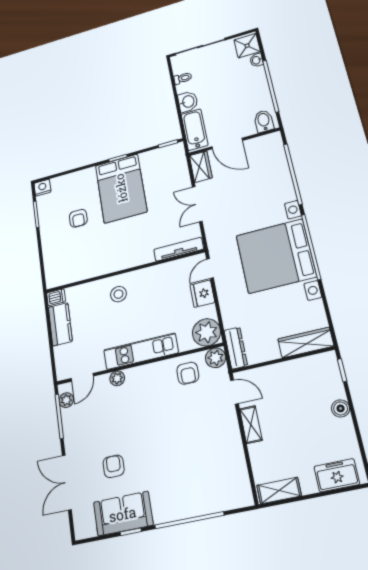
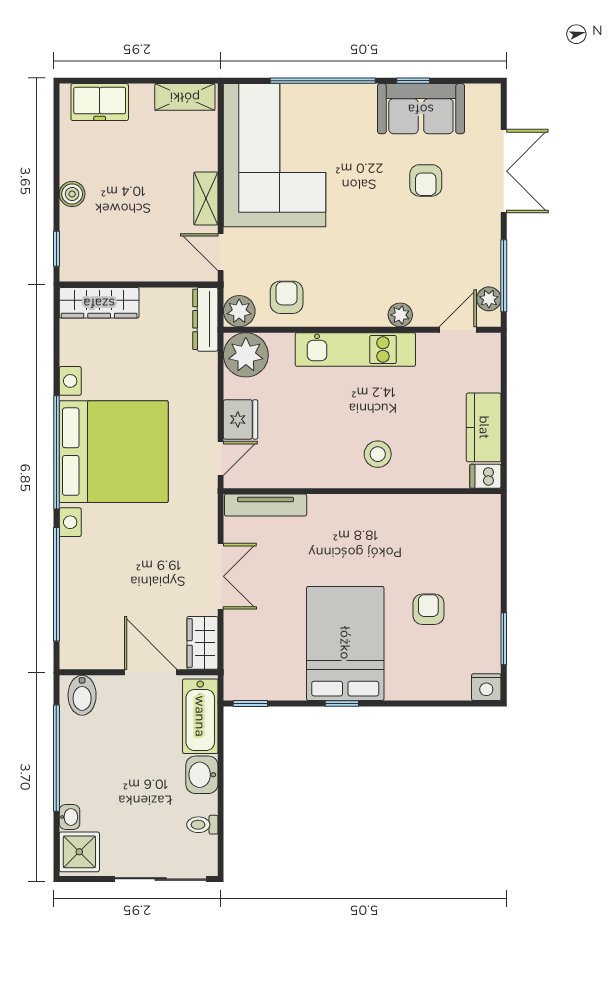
corner sofa: (212, 463) -> (275, 155), added

